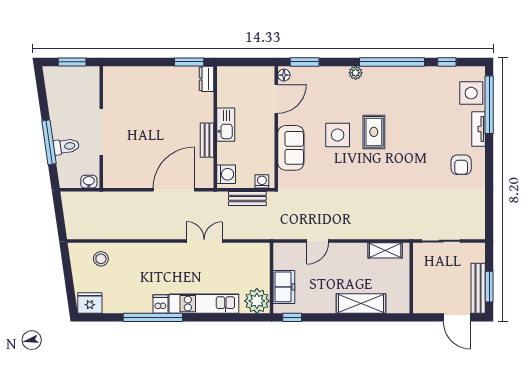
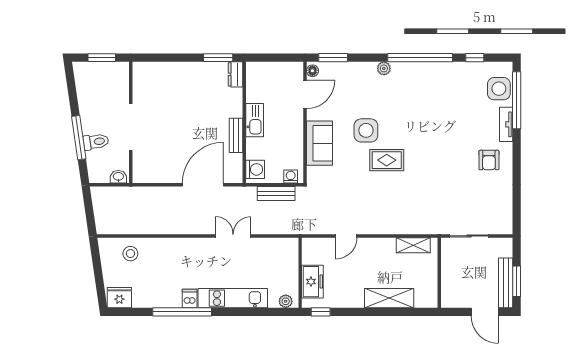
rug: (374, 132) -> (387, 160), moved, turned 90
plant: (257, 301) -> (286, 301), width x0.53, depth x0.53

